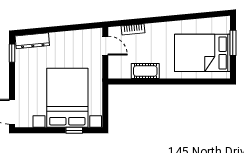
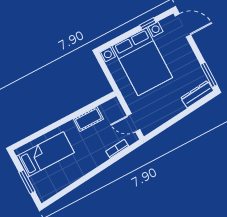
window: (12, 53) -> (209, 75), width x1.50
bed: (202, 53) -> (45, 154), width x0.67
window: (74, 130) -> (148, 24), moved

